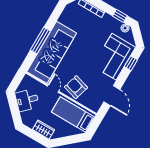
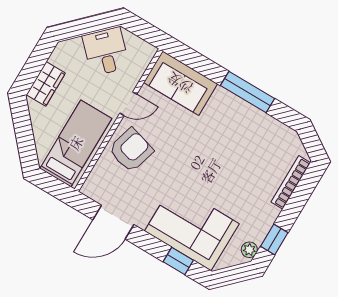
window: (40, 40) -> (247, 92), moved
sofa: (52, 52) -> (180, 83), width x0.54, depth x0.79

